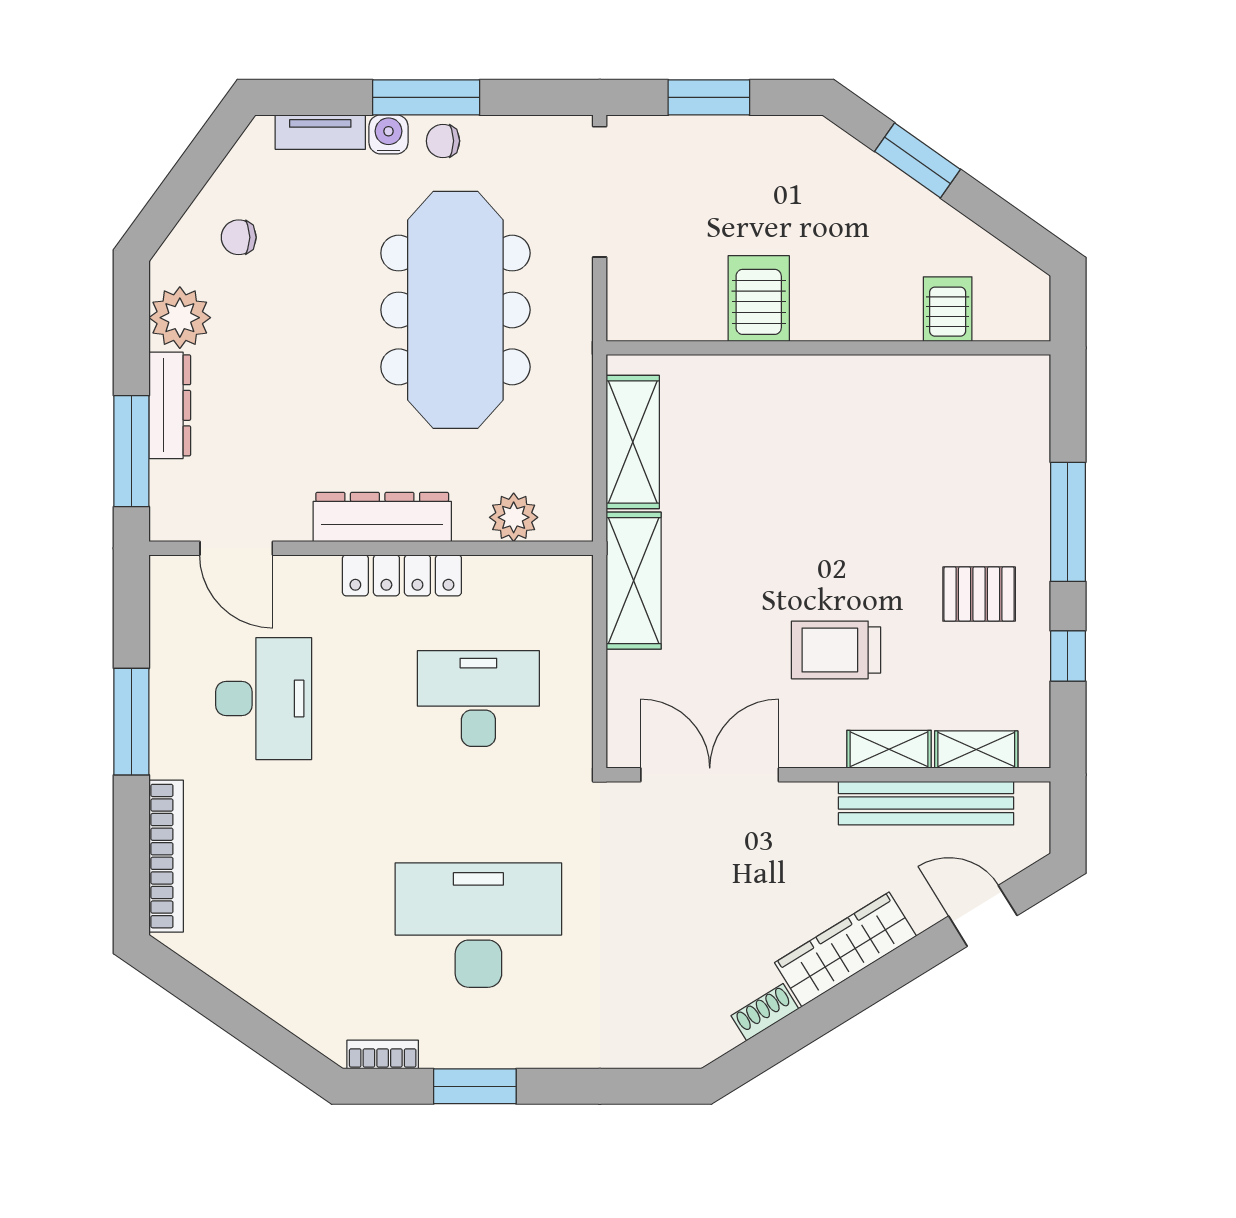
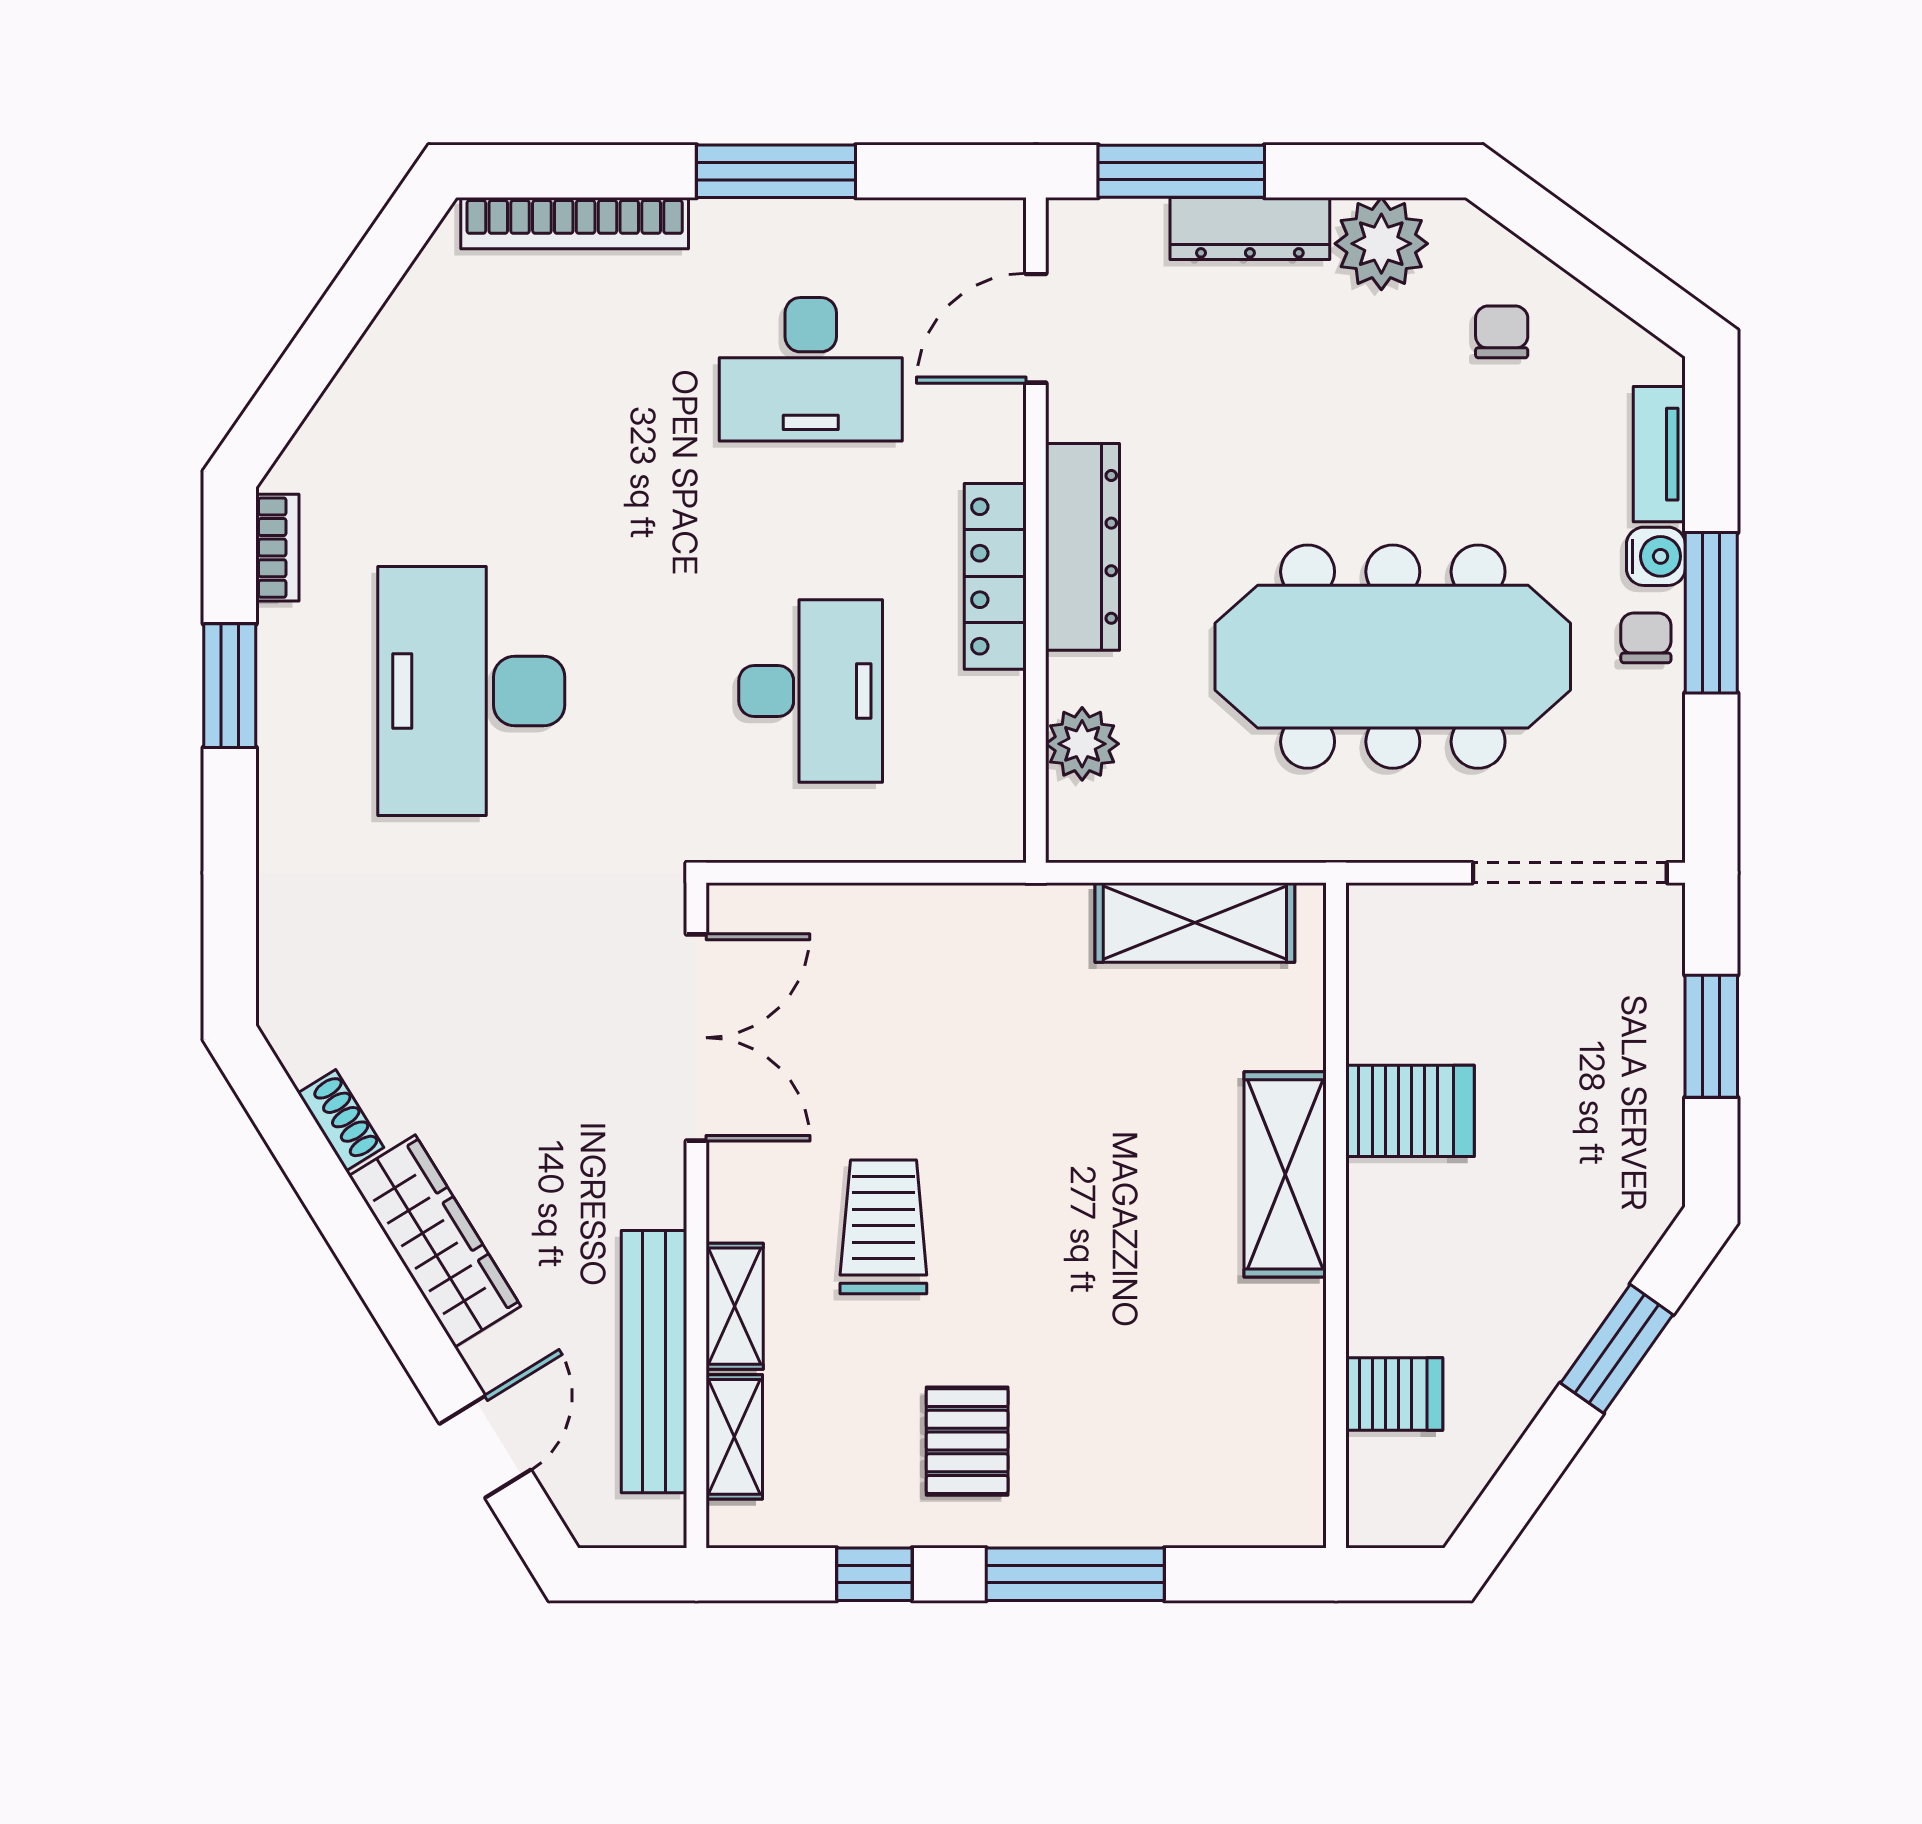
shelving: (634, 581) -> (1285, 1174), moved, turned 90
desk: (478, 925) -> (471, 691), turned 180

